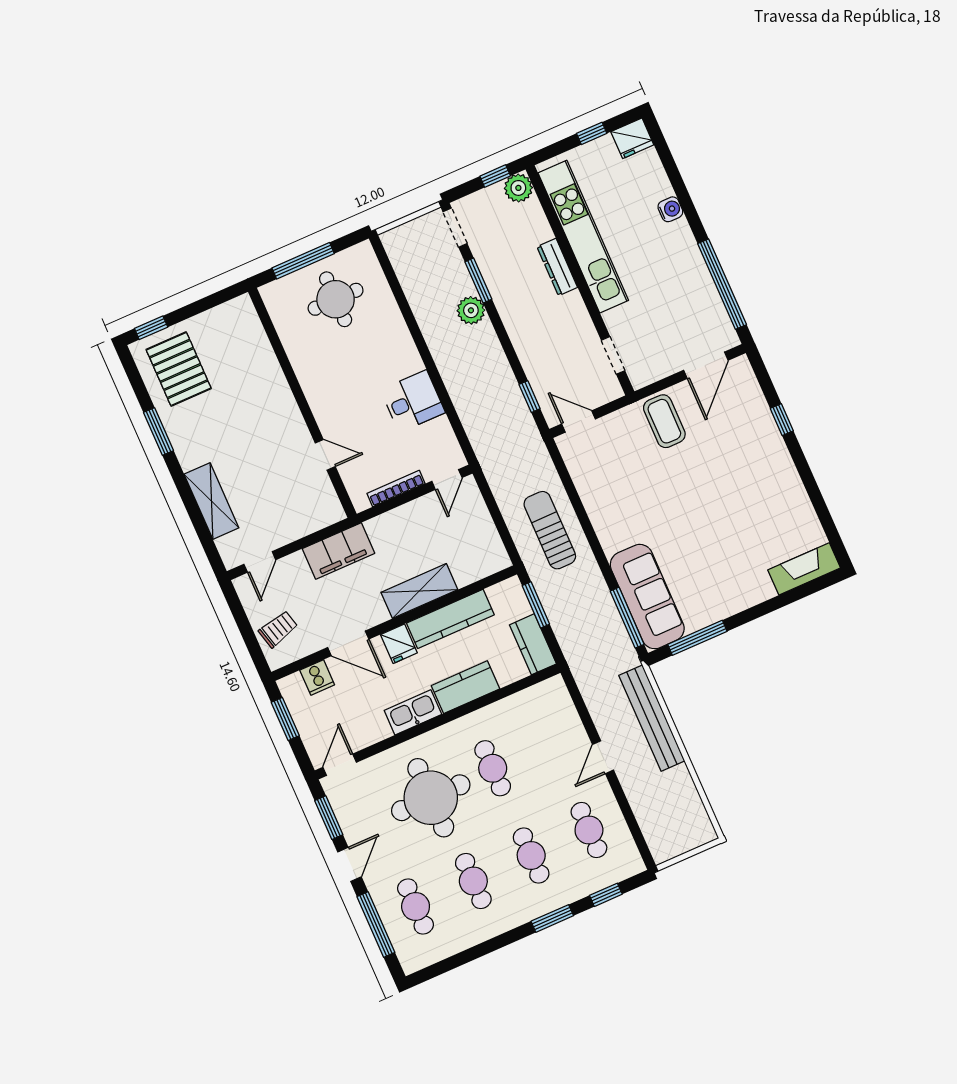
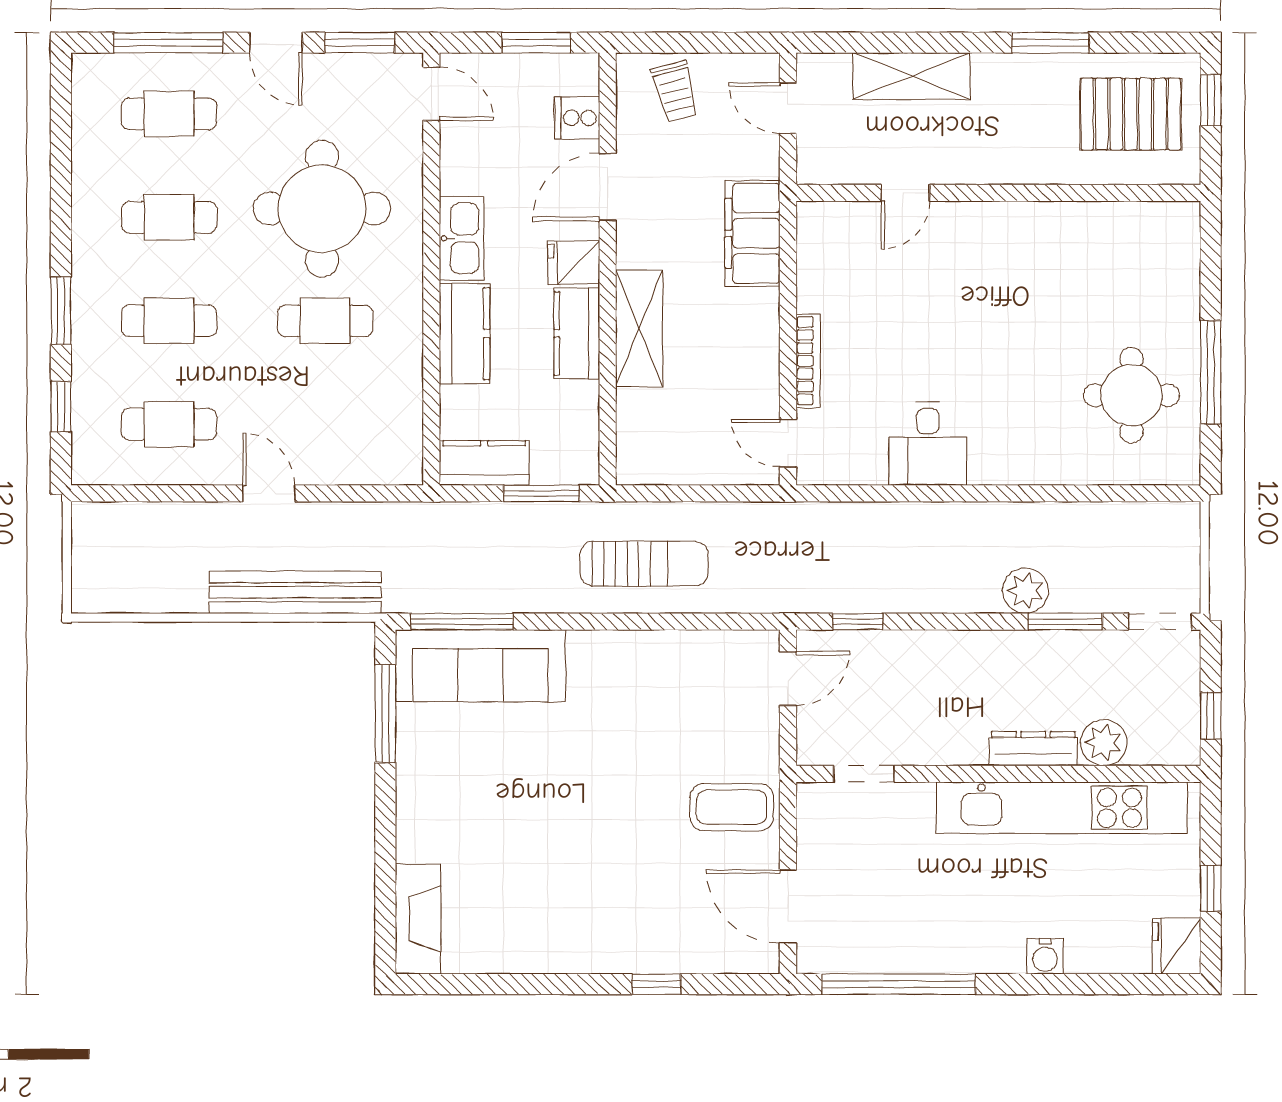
plant: (518, 188) -> (1104, 743), moved
wall: (302, 403) -> (998, 193), moved
door: (325, 455) -> (905, 193), moved
kitchen counter: (450, 619) -> (577, 333), width x0.67

